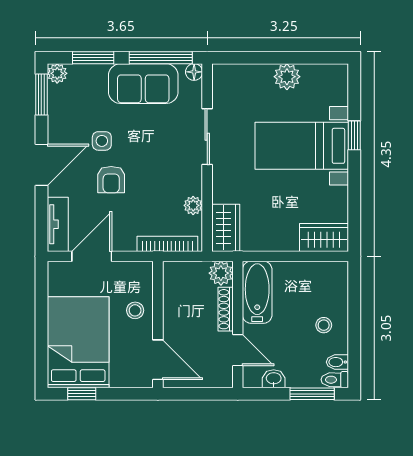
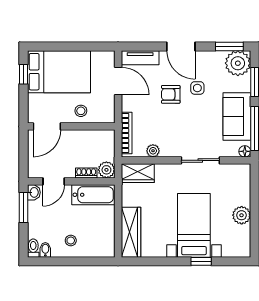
plant: (57, 73) -> (238, 63), width x1.87, depth x1.87
wardrobe: (324, 238) -> (131, 232), width x1.50
shoe rack: (226, 309) -> (86, 173), width x0.70
washbasin: (274, 379) -> (34, 192), moved
window: (312, 394) -> (23, 207), moved

